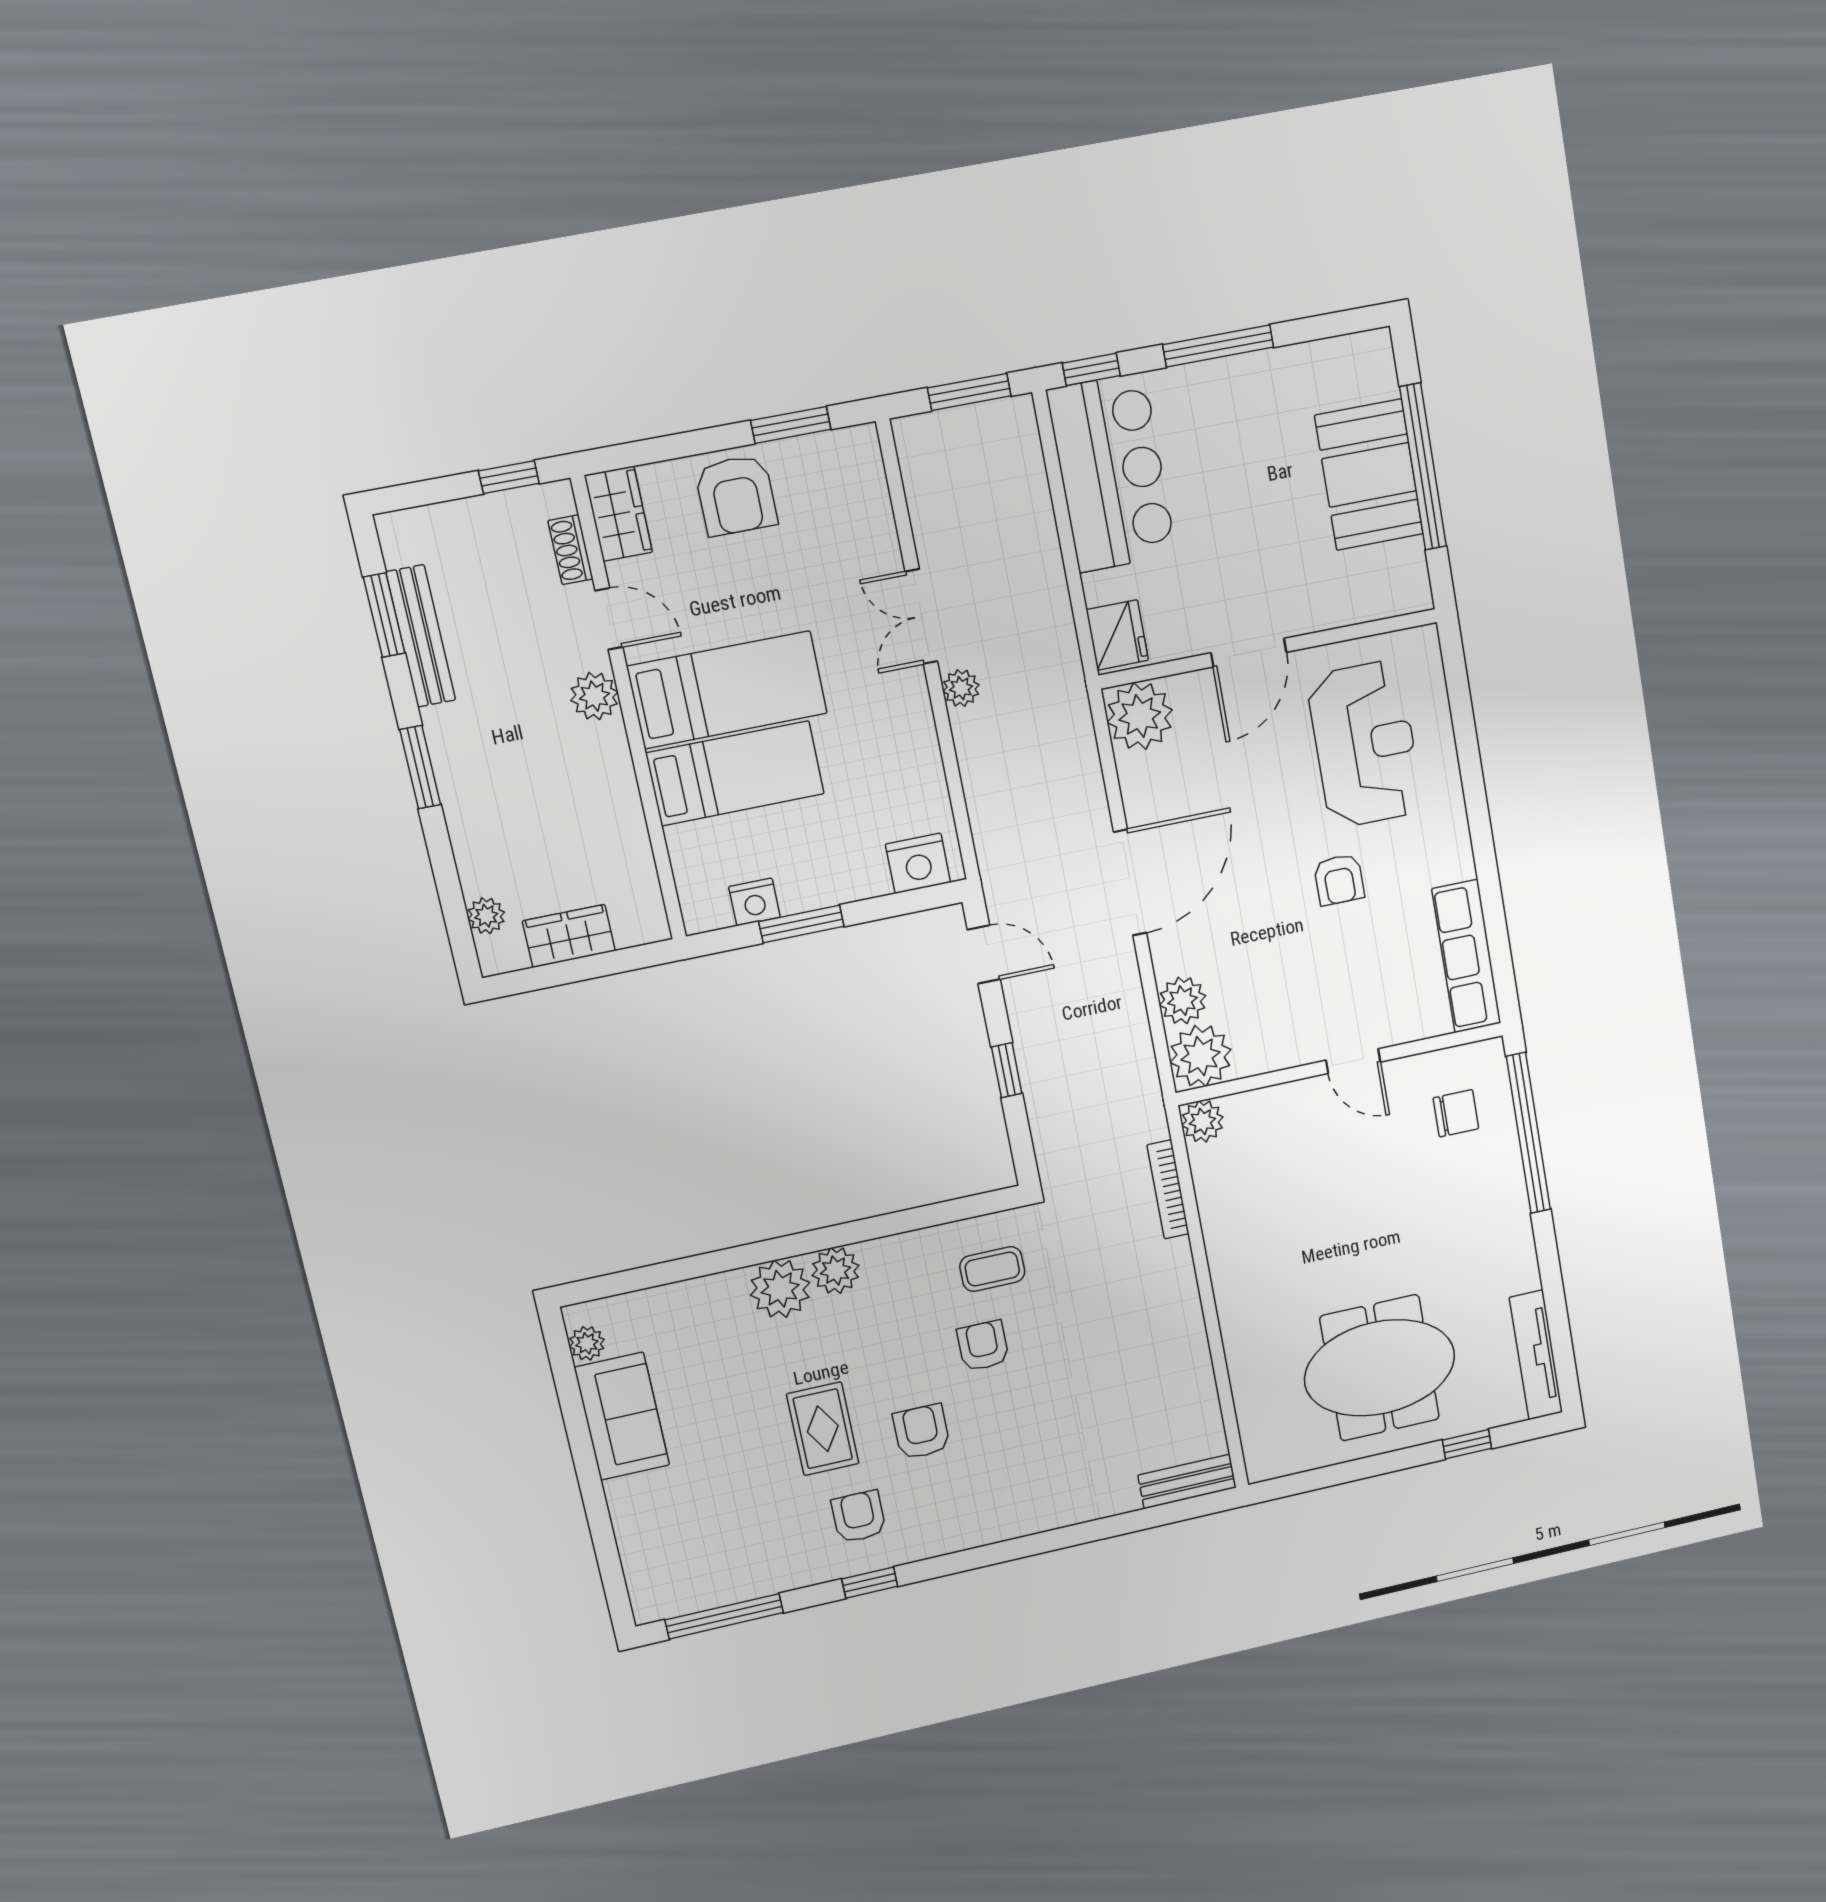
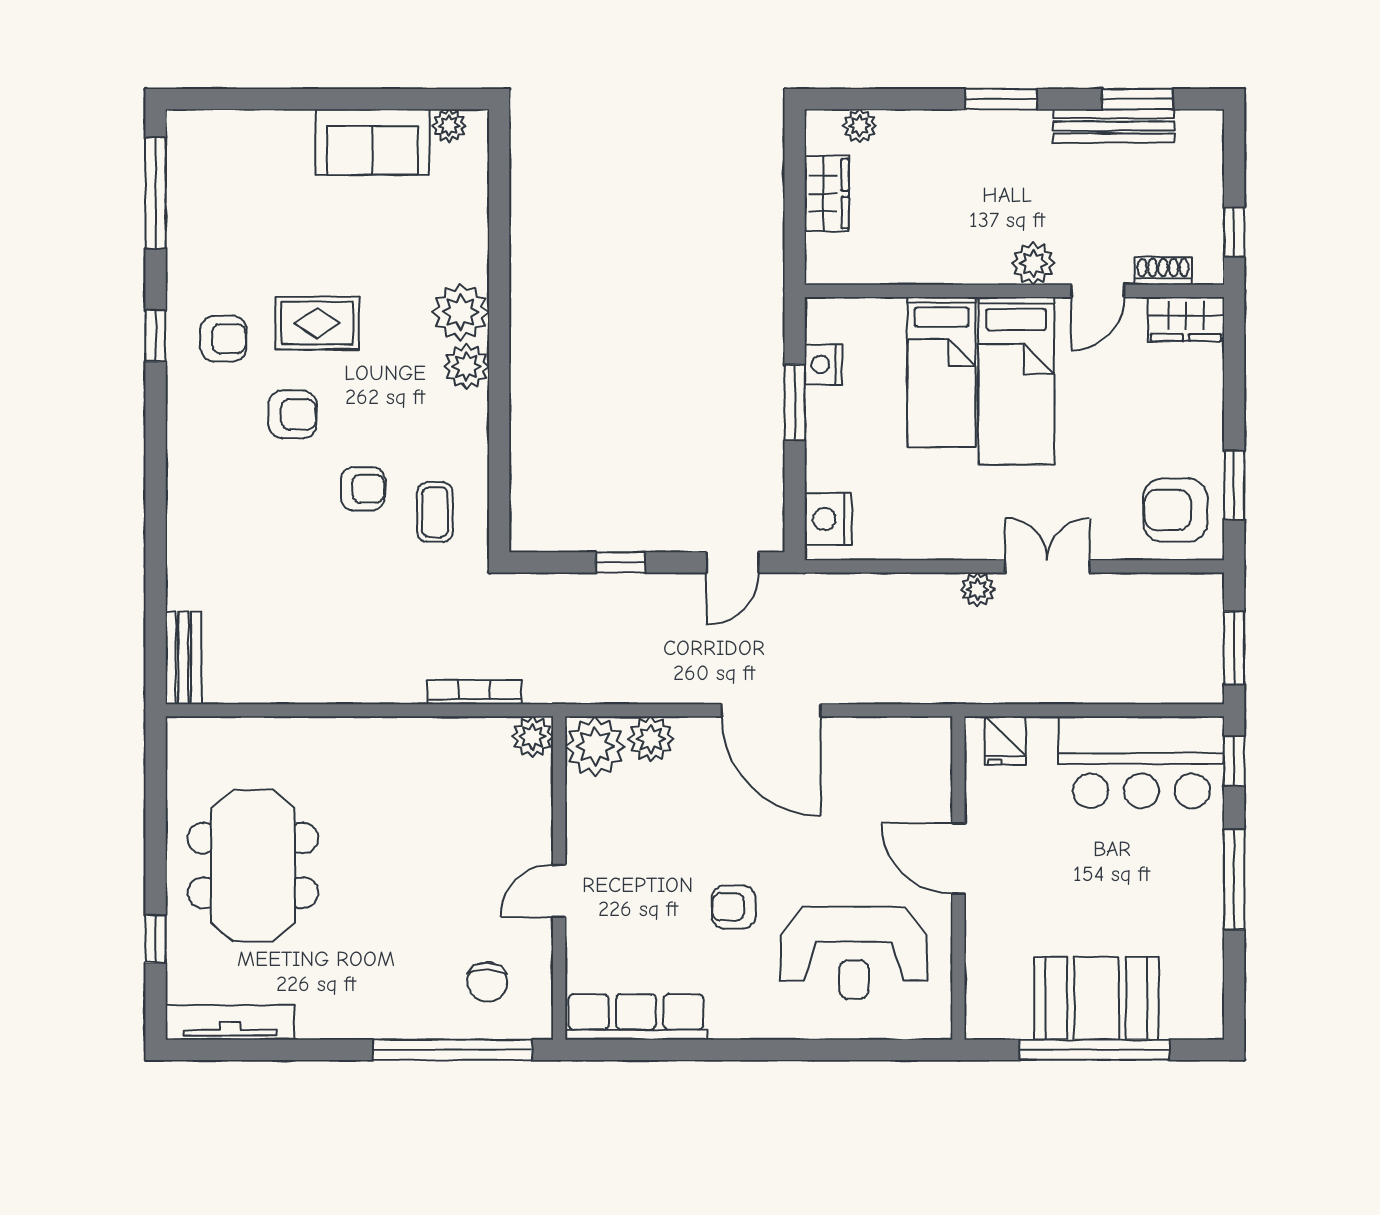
armchair: (736, 495) -> (1175, 510), moved
fridge: (1117, 635) -> (1005, 740), width x0.72
plant: (1140, 716) -> (921, 747), removed

